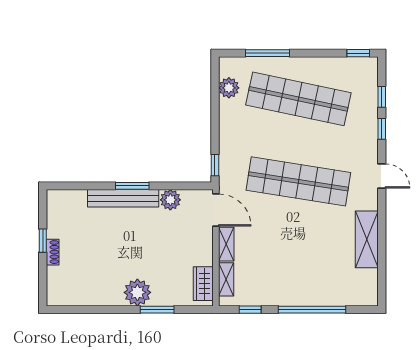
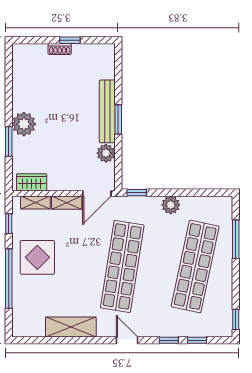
plant: (229, 88) -> (171, 205), moved
door: (382, 176) -> (127, 340), swing flipped
display table: (288, 277) -> (37, 257), added

